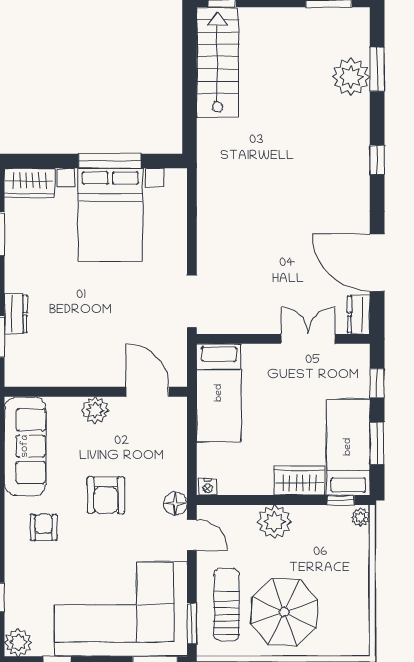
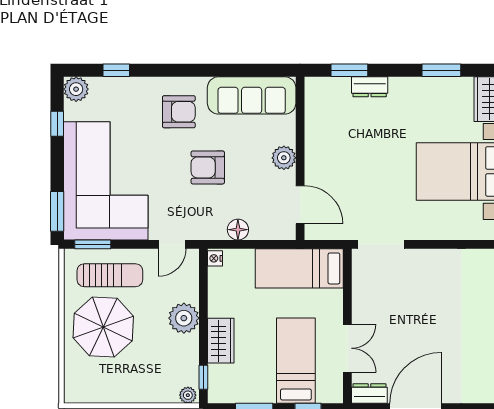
door: (148, 392) -> (300, 205), hinge flipped
bed: (348, 447) -> (296, 361), moved, turned -90
floor lamp: (175, 504) -> (238, 230), moved
armchair: (44, 527) -> (179, 112), width x1.38, depth x1.38

